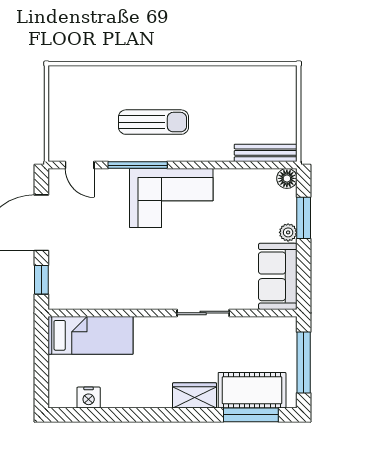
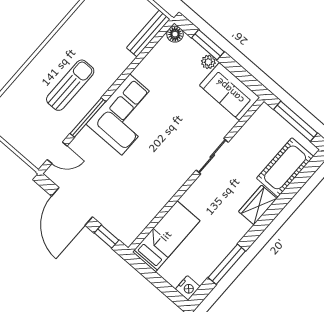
nightstand: (89, 398) -> (188, 288), moved
window: (251, 415) -> (227, 264), moved

